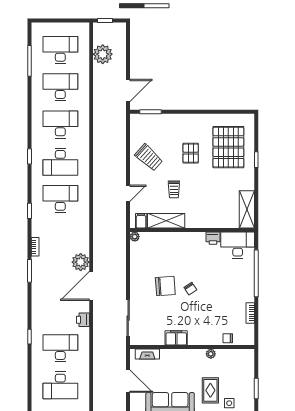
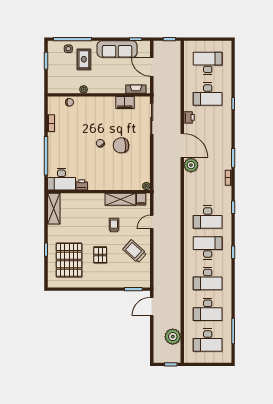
door: (91, 286) -> (182, 145), hinge flipped
filing cabinet: (176, 338) -> (125, 103), moved

